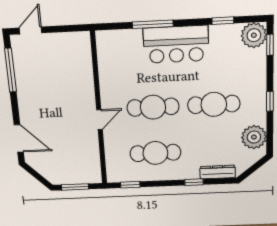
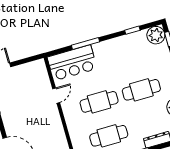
bar counter: (176, 44) -> (72, 63), moved
door: (99, 120) -> (56, 96), moved

